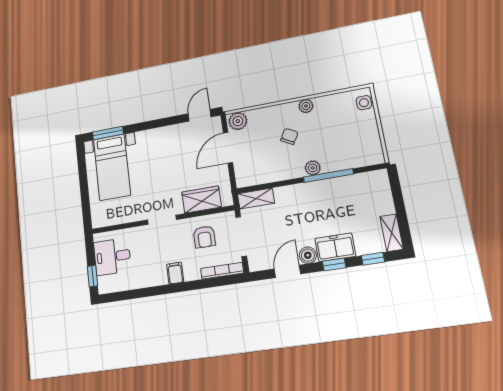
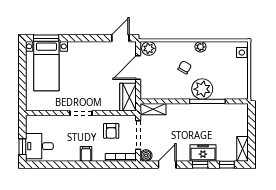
plant: (313, 168) -> (202, 89), width x1.88, depth x1.88
wardrobe: (202, 200) -> (128, 97), moved, turned -90
boiler: (308, 255) -> (146, 155), moved
desk: (112, 257) -> (39, 146), moved

